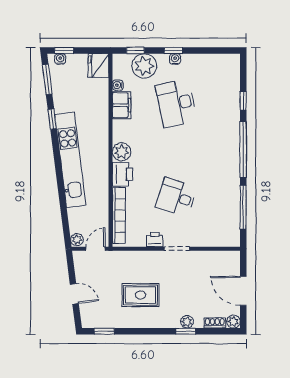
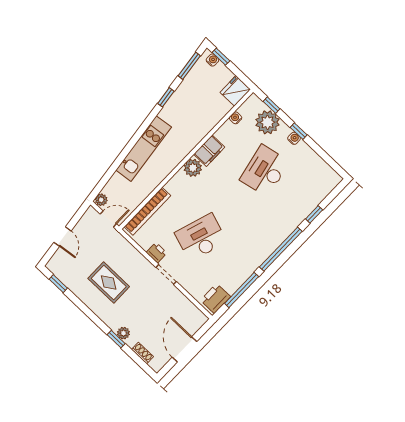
filing cabinet: (122, 105) -> (209, 151), moved
kitchen unit: (70, 160) -> (144, 149), width x0.73
printer: (122, 174) -> (215, 298), moved, turned 180
desk: (176, 197) -> (201, 237), width x1.37
plant: (233, 321) -> (157, 365), removed

